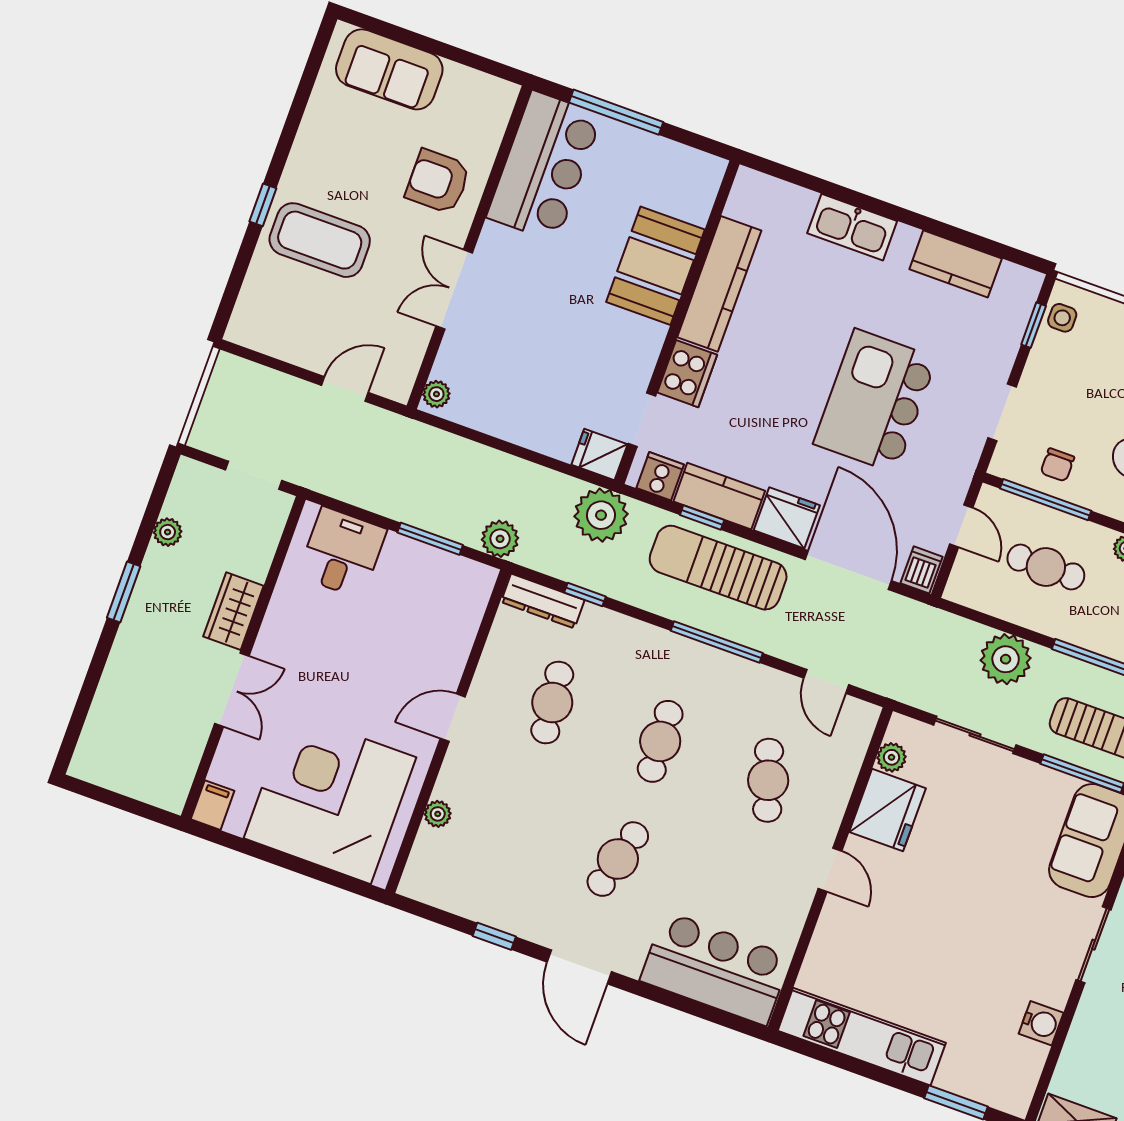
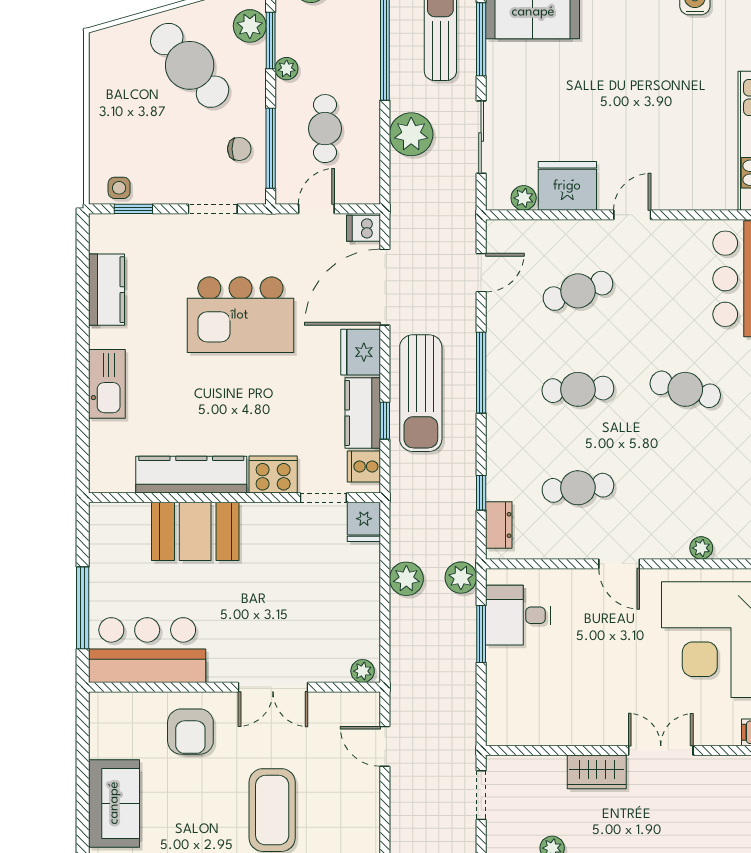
plant: (601, 515) -> (406, 579), moved, width x0.73, depth x0.73
desk: (342, 553) -> (518, 615), moved
dresser: (543, 601) -> (499, 525), width x0.70

